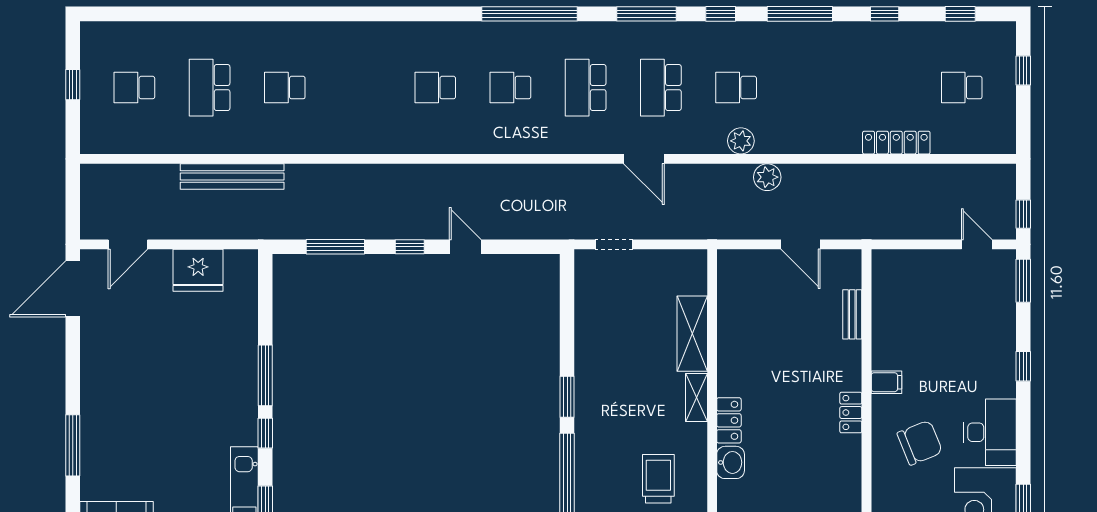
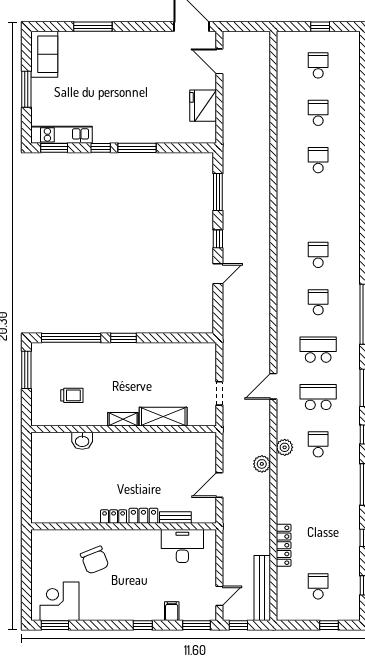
school desk: (210, 88) -> (318, 113), width x0.54
bench: (232, 176) -> (262, 588), moved
doorway: (614, 244) -> (219, 393), moved
filing cabinet: (886, 382) -> (172, 611), moved, turned 180
locker: (729, 420) -> (143, 516), moved, turned 180
desk: (990, 432) -> (182, 546), moved, turned 180
trolley: (658, 479) -> (72, 395), width x0.73, depth x0.72

